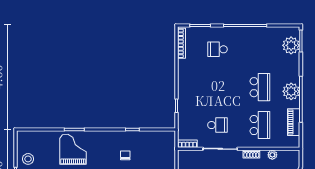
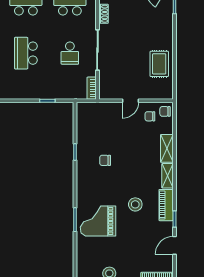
school desk: (217, 87) -> (26, 53), added
school desk: (217, 125) -> (70, 53), turned 180

